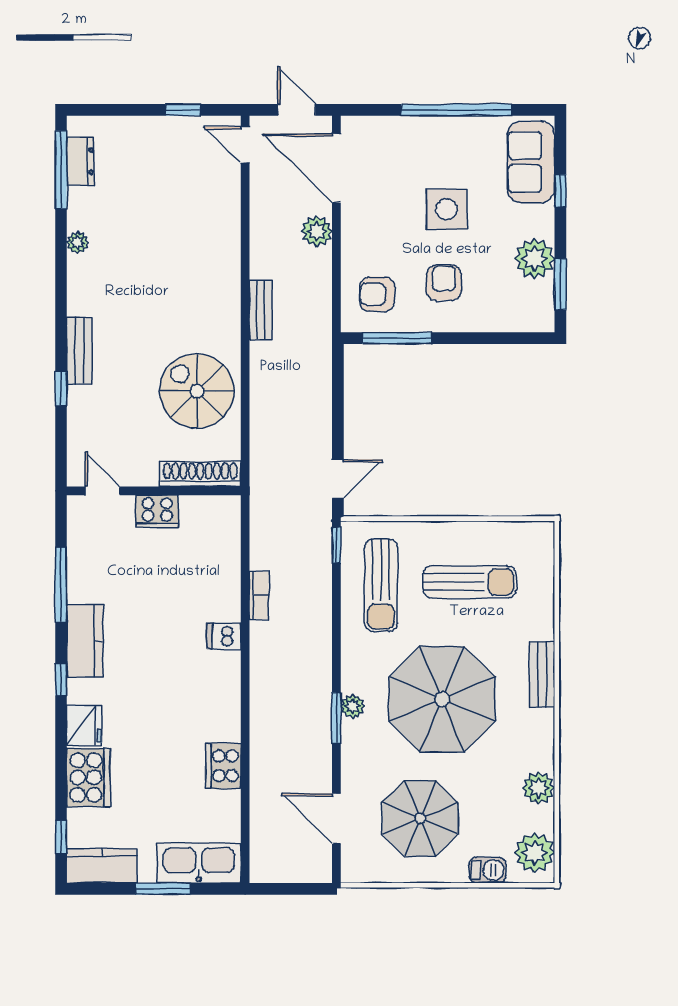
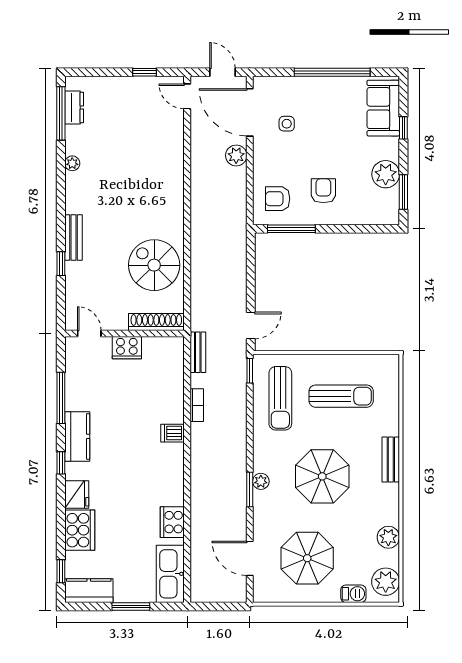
side table: (447, 209) -> (287, 124), moved, width x0.54, depth x0.54
bench: (261, 310) -> (198, 352), moved
parasol: (442, 699) -> (322, 476), width x0.73, depth x0.73
kitchen sink: (199, 863) -> (170, 574), moved, turned -90

